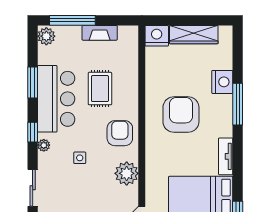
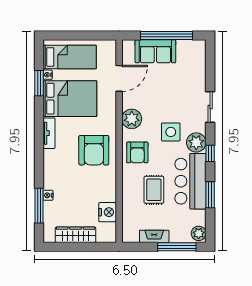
nightstand: (157, 36) -> (108, 212), moved, turned -90
nightstand: (222, 82) -> (48, 195), width x0.53, depth x0.56
window: (238, 104) -> (39, 206), moved
armchair: (181, 115) -> (94, 150), moved
plant: (44, 145) -> (196, 142), width x1.88, depth x1.88
side table: (80, 158) -> (171, 132), width x1.87, depth x1.87

